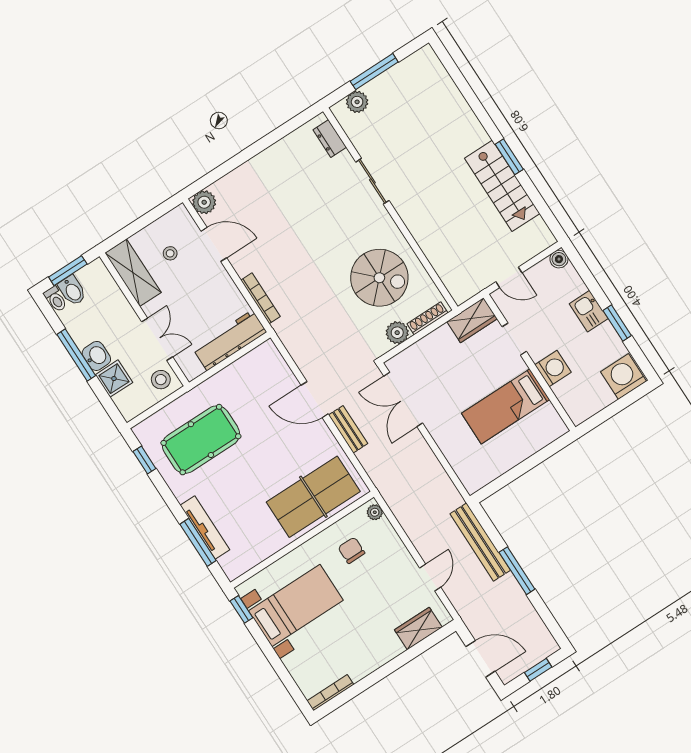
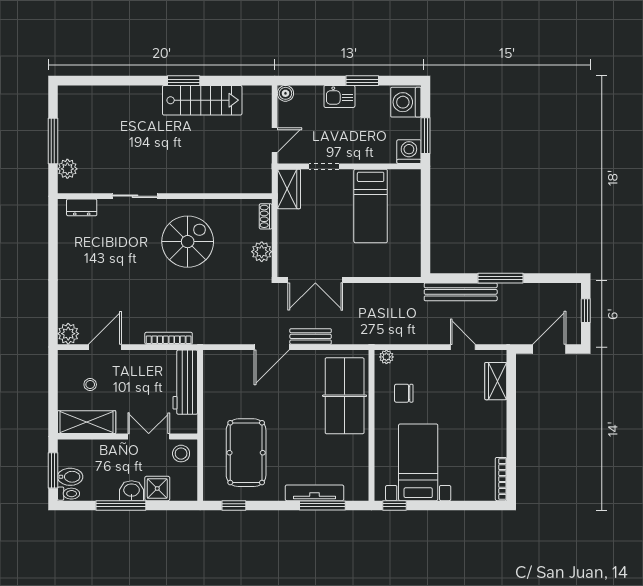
spiral stairs: (379, 278) -> (188, 242), moved
shoe rack: (427, 318) -> (266, 216), width x0.70
washing machine: (553, 368) -> (409, 152), moved
window: (604, 415) -> (426, 136), added

